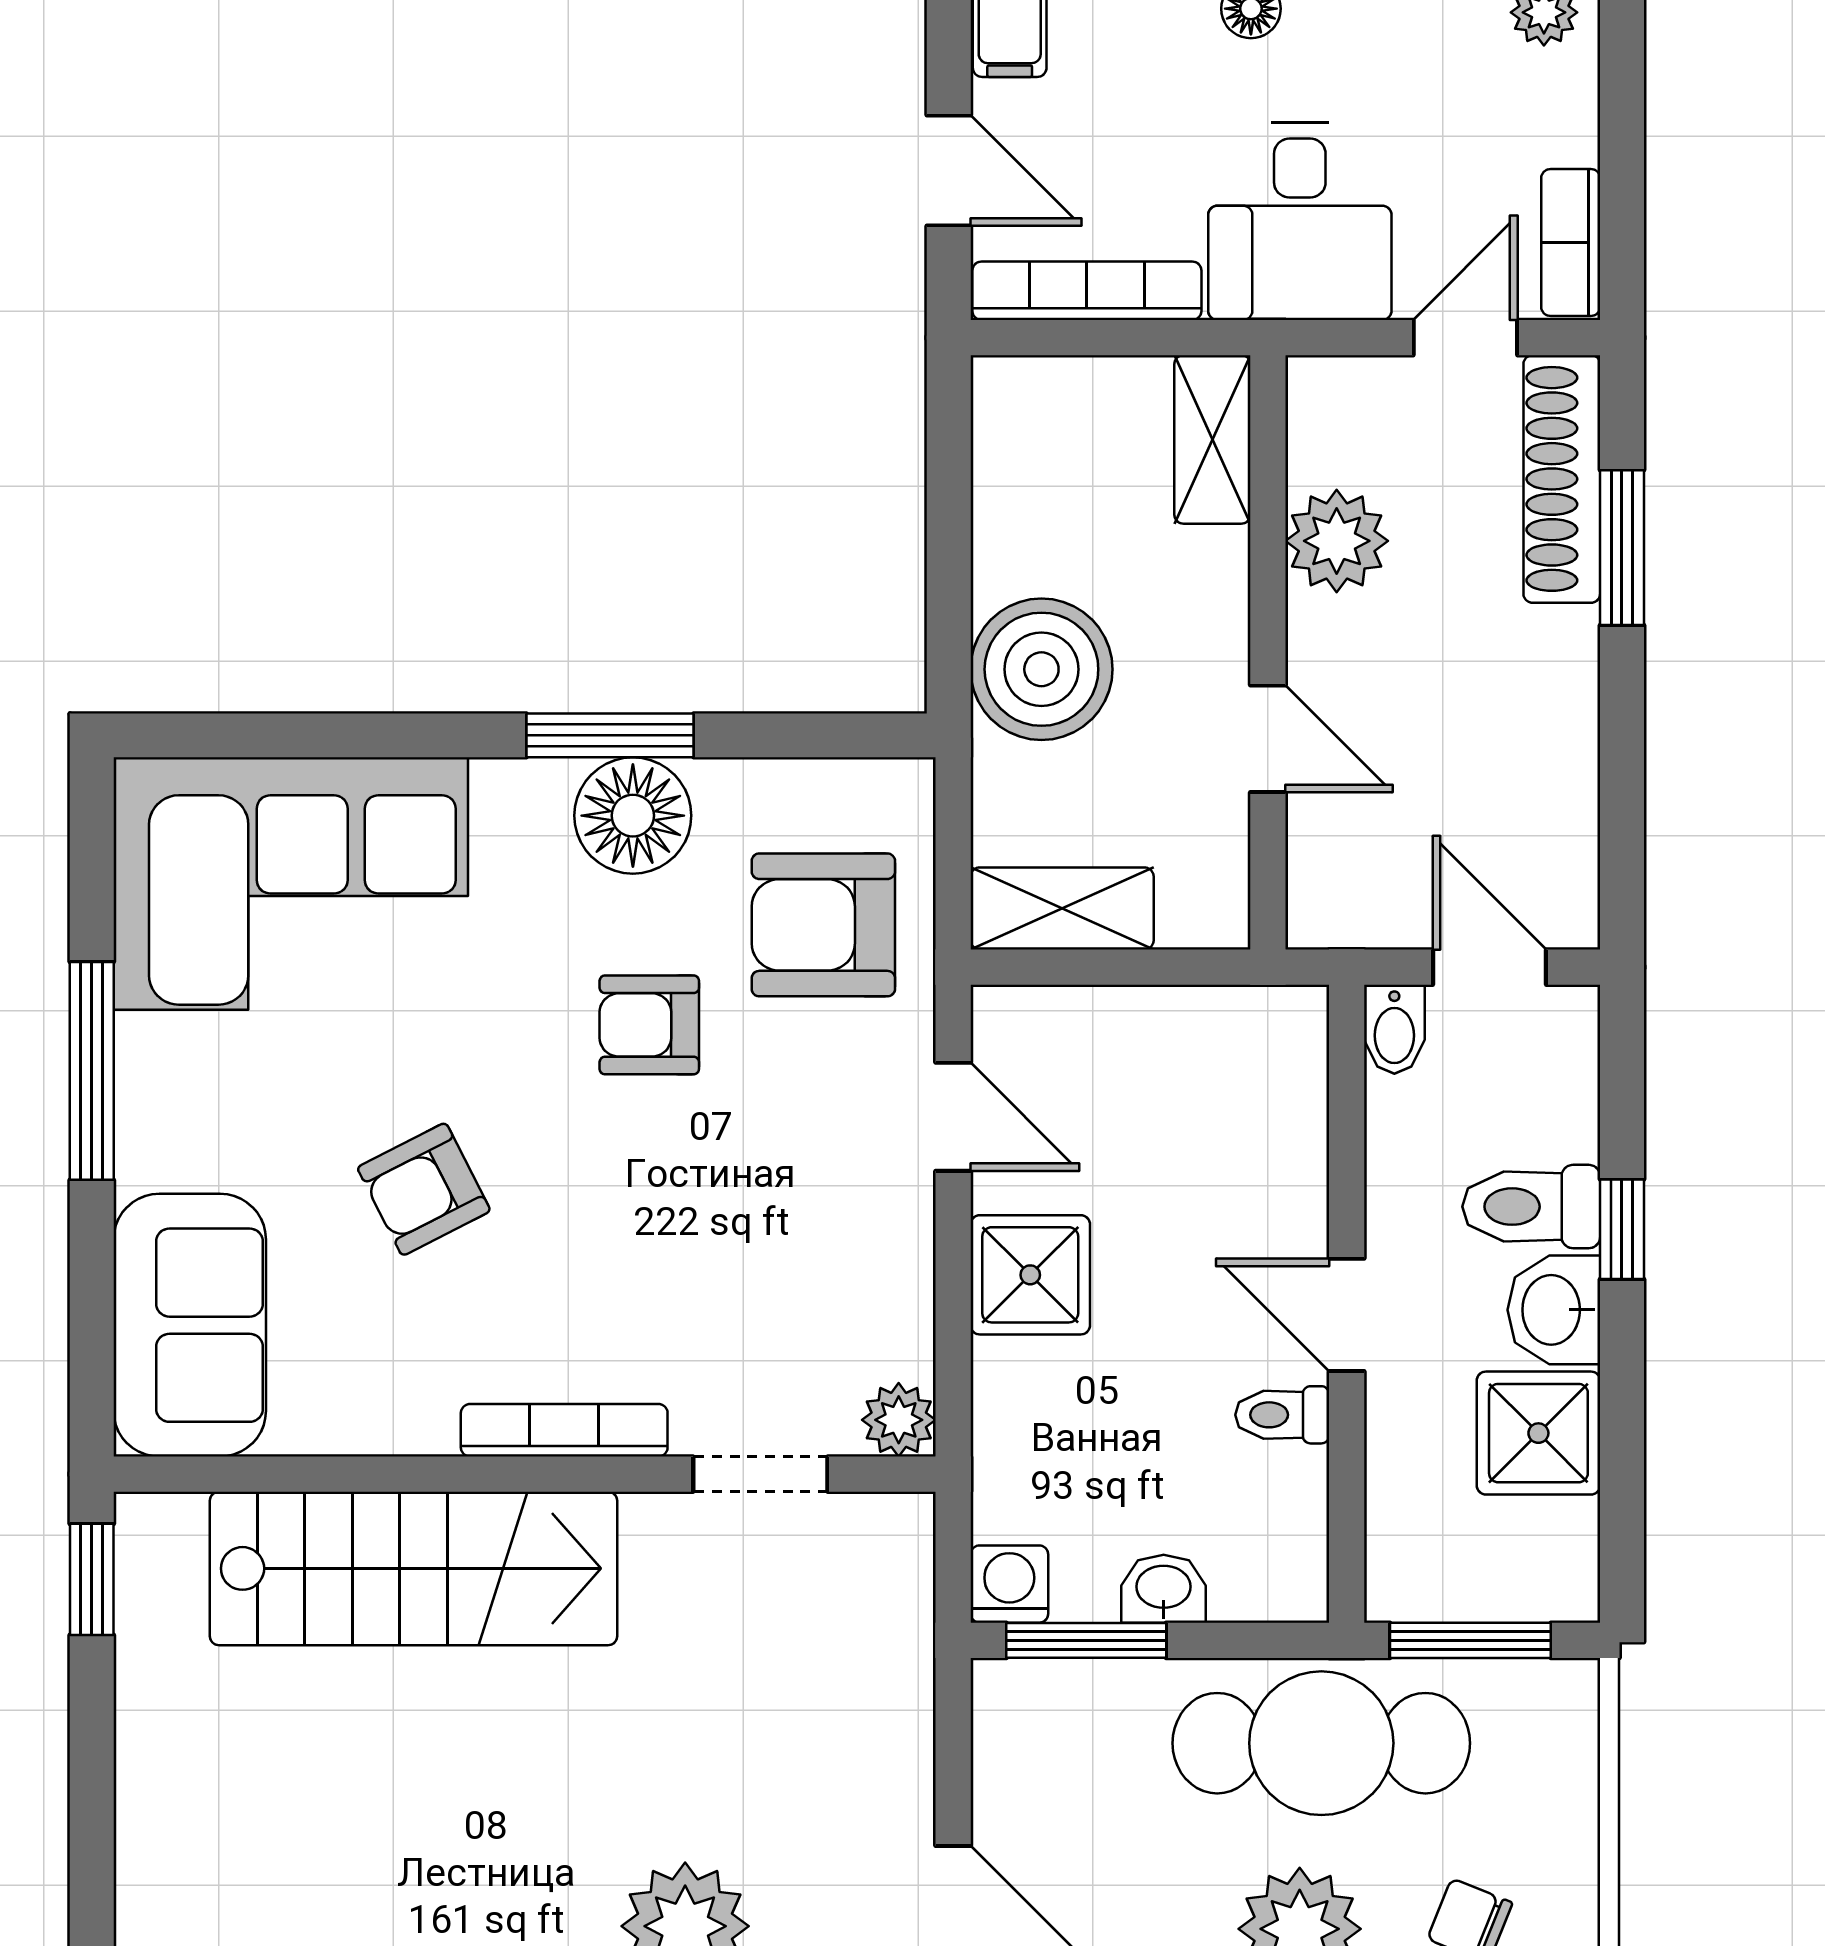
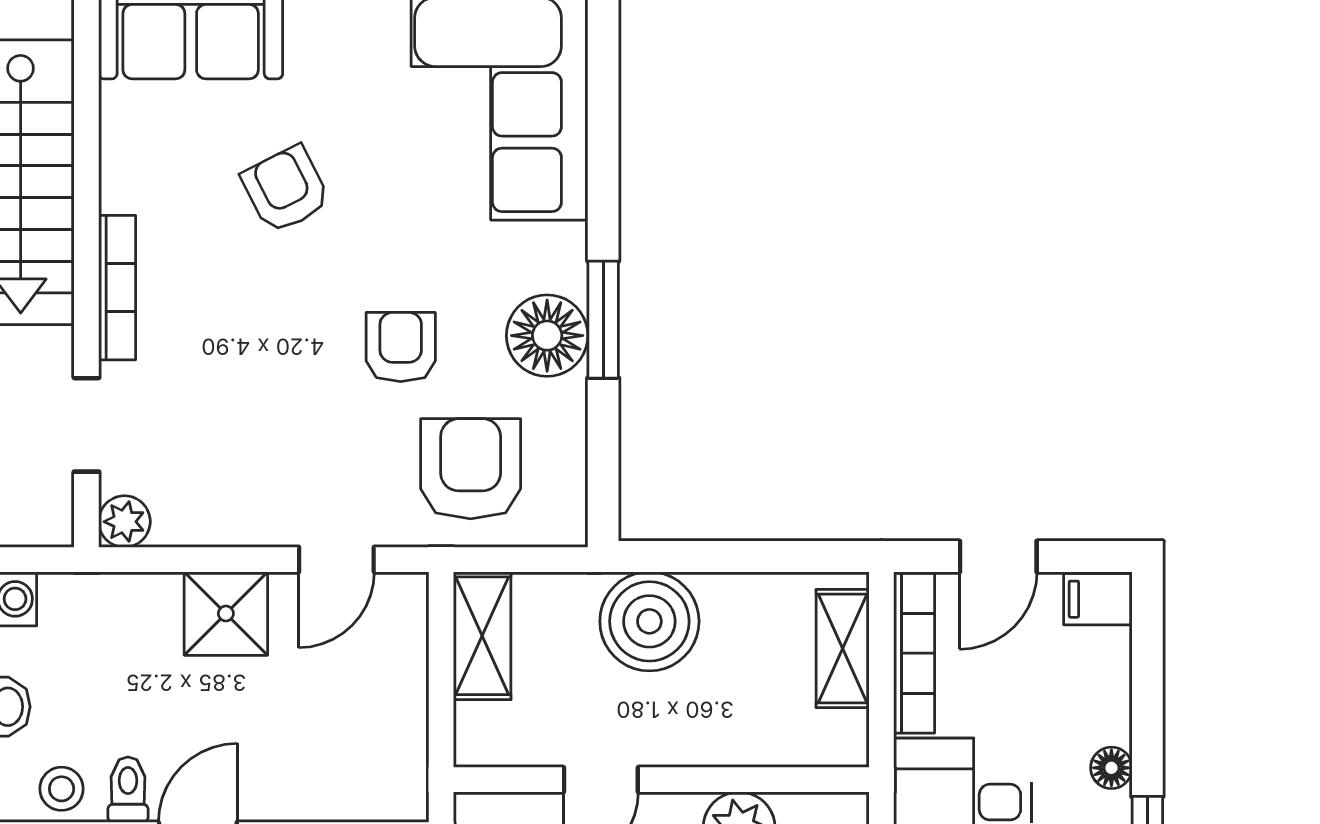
shelving: (1212, 439) -> (843, 649), moved, turned 90
stool: (1281, 1510) -> (62, 789), added

